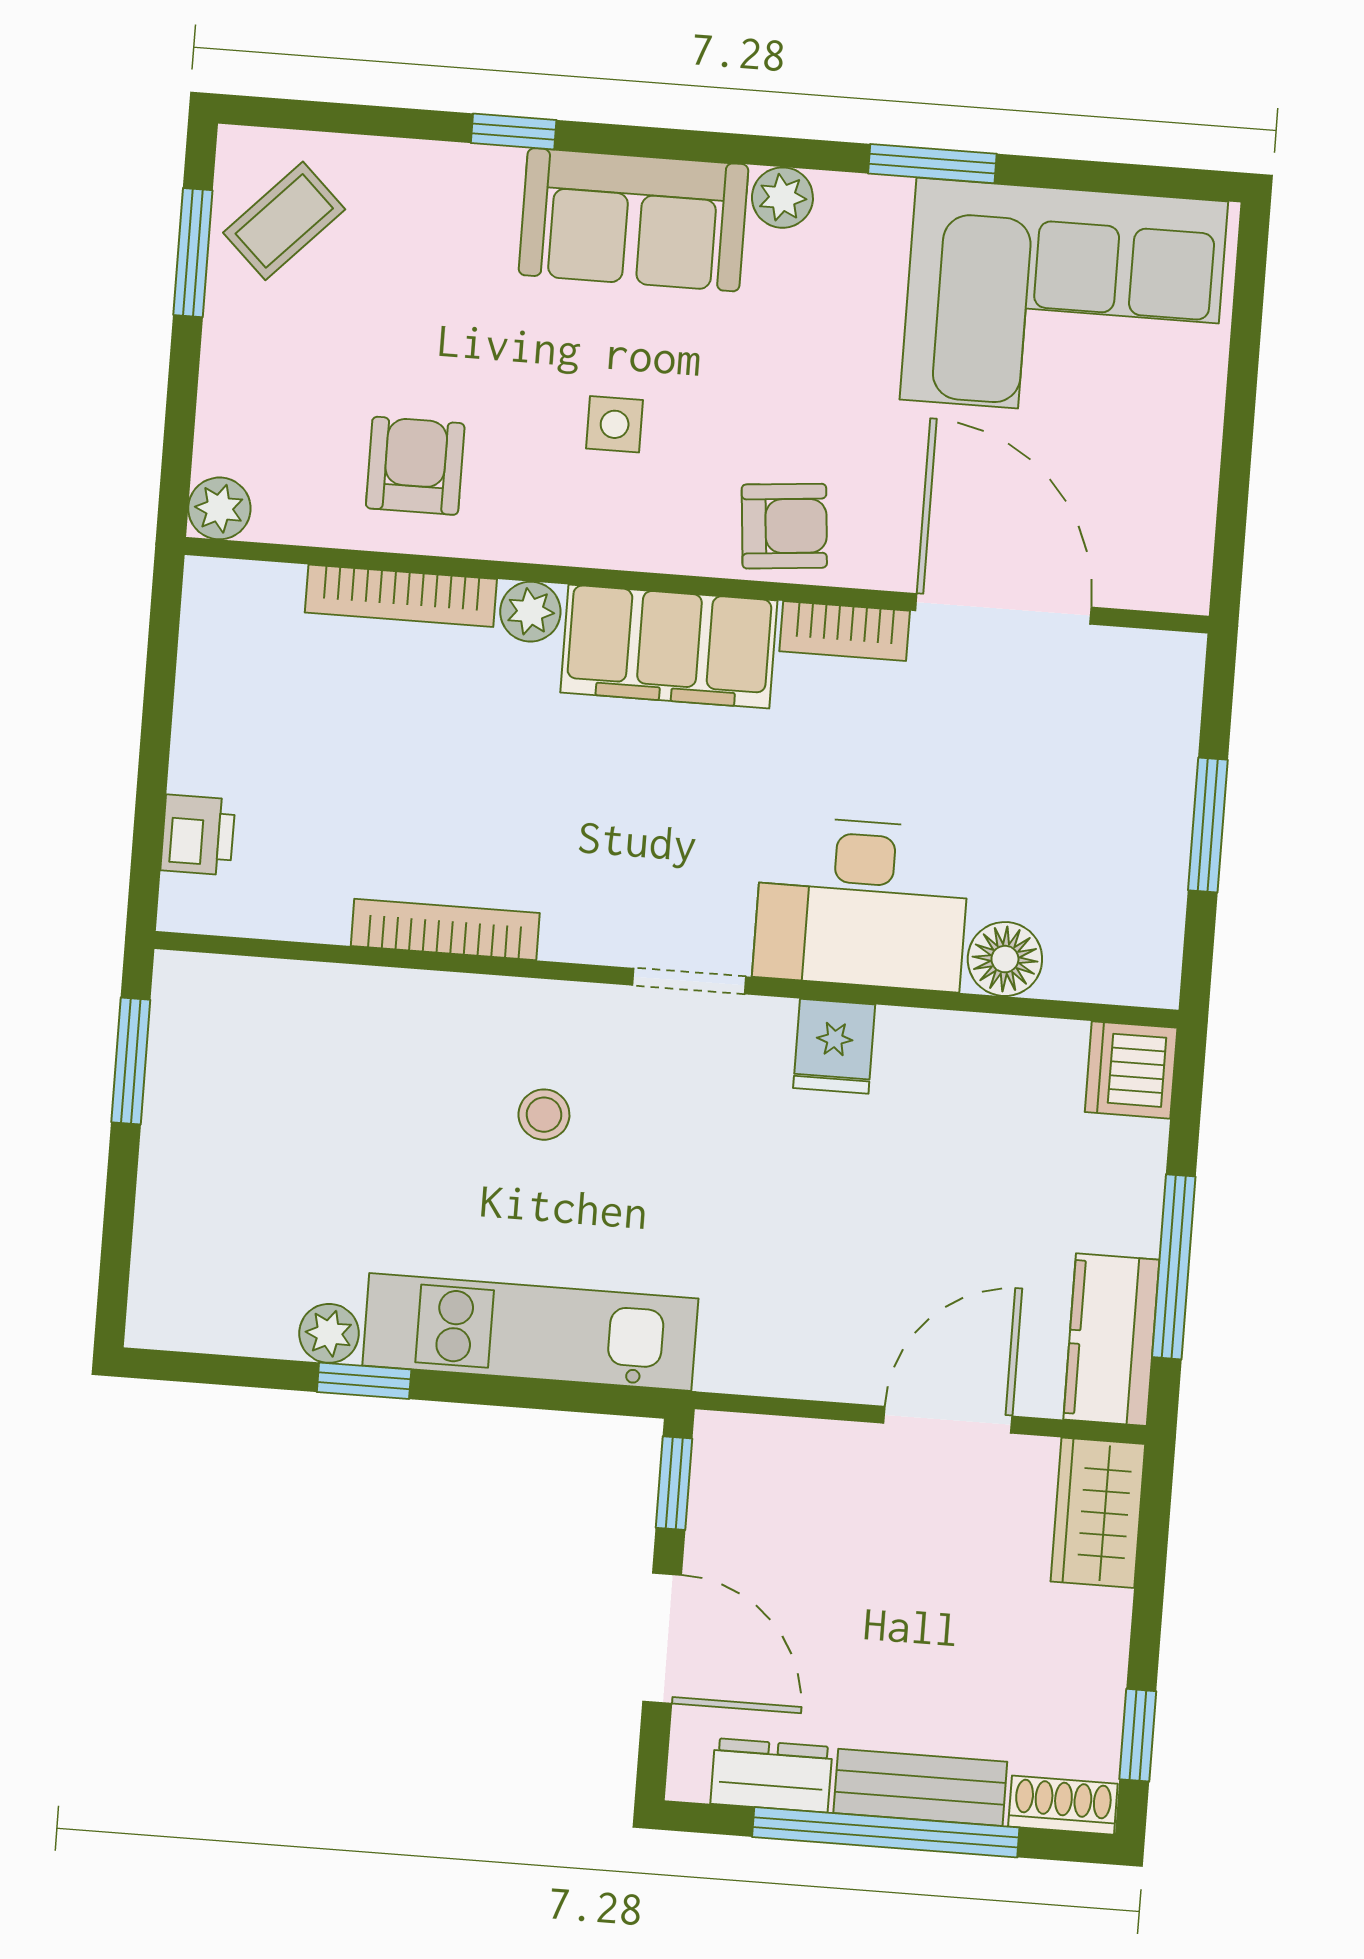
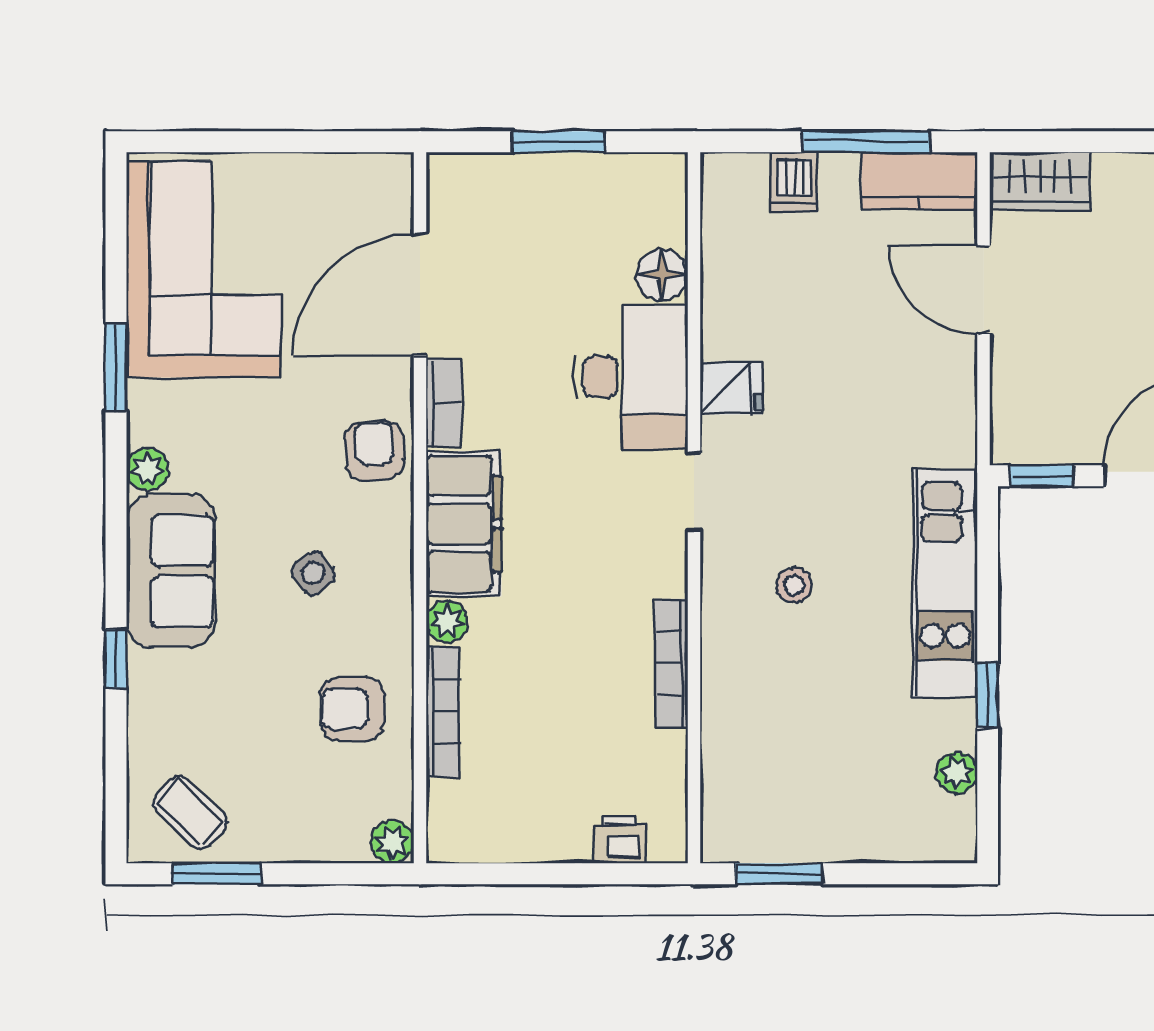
side table: (615, 424) -> (313, 573), turned -36
dishwasher: (1131, 1070) -> (794, 182), moved, width x0.73
plant: (329, 1333) -> (957, 773), moved

